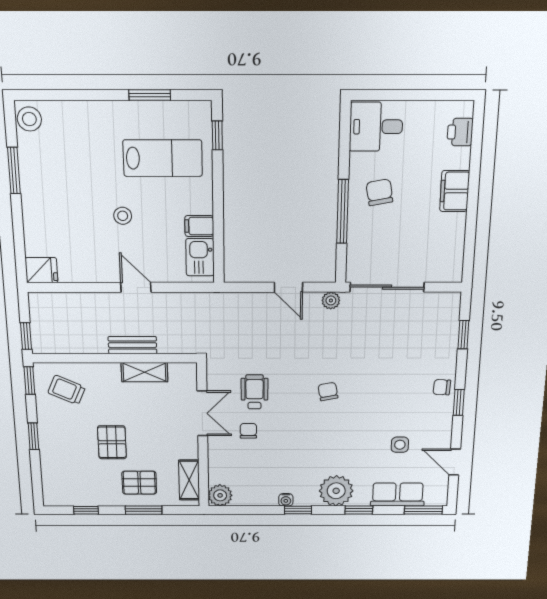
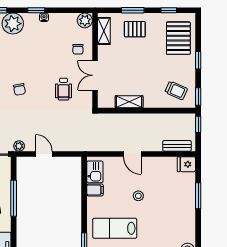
window: (14, 171) -> (198, 196), moved
bench: (132, 345) -> (177, 146), moved
chair: (248, 431) -> (78, 49), moved
pallet: (112, 442) -> (178, 38), moved, width x1.50, depth x1.42

